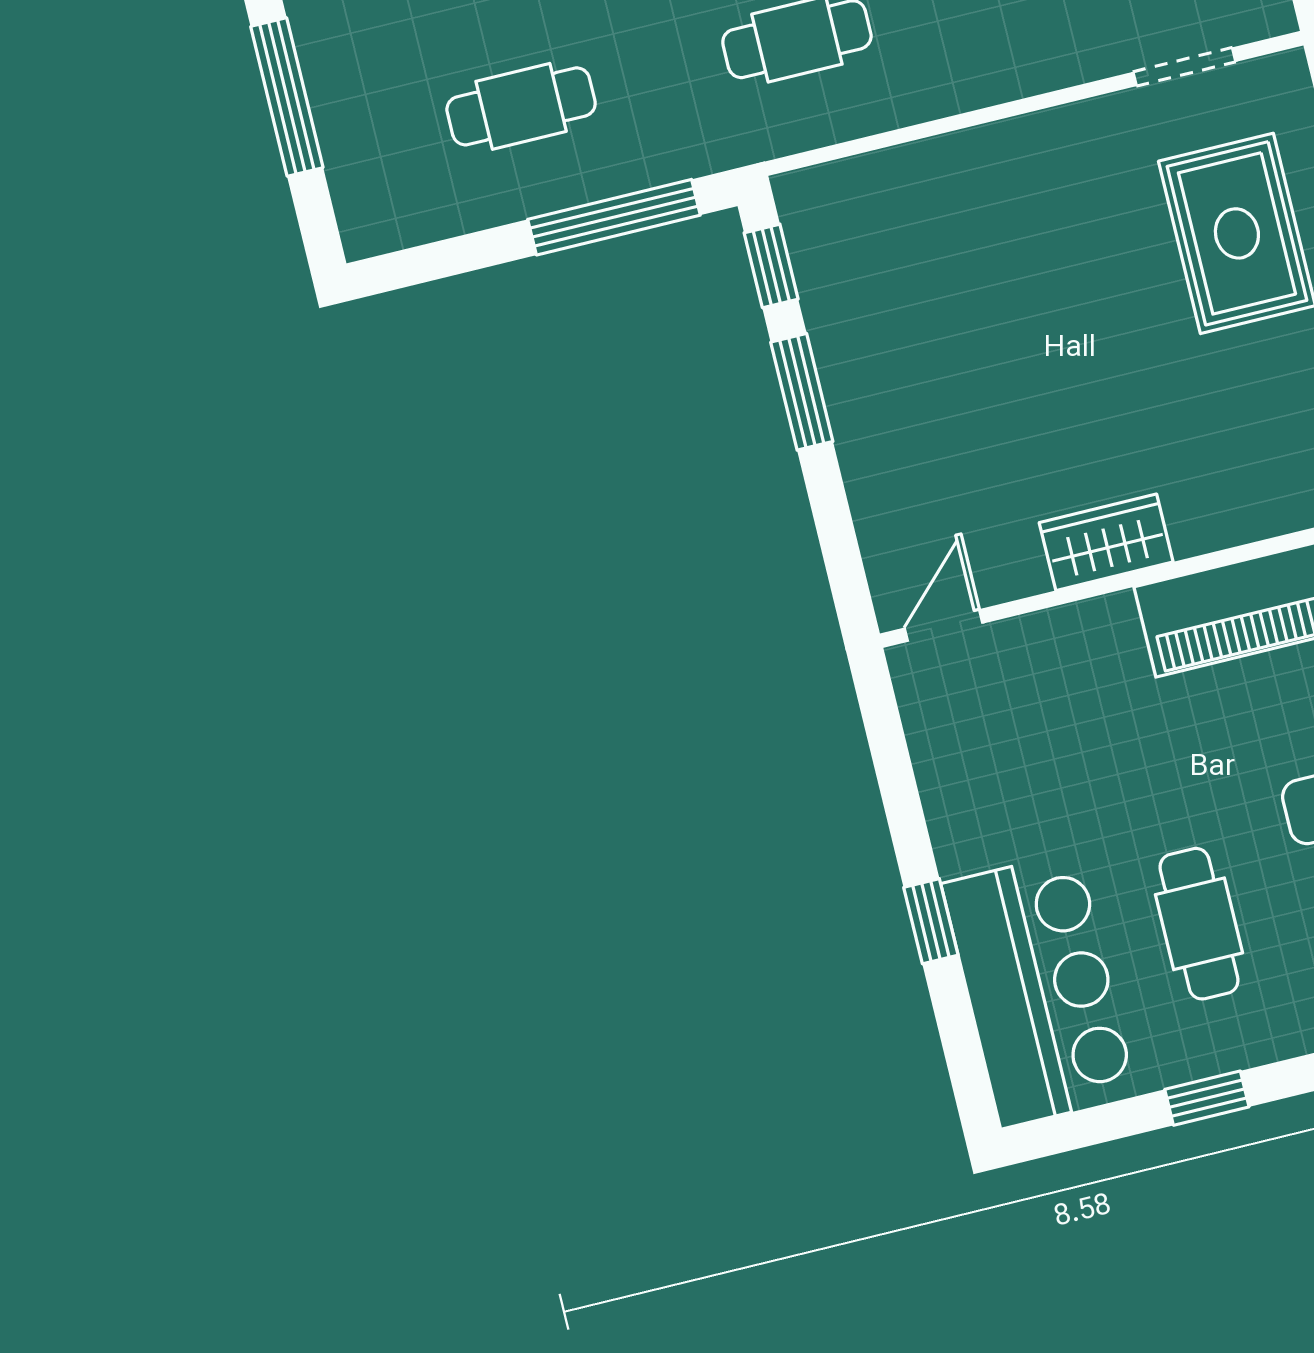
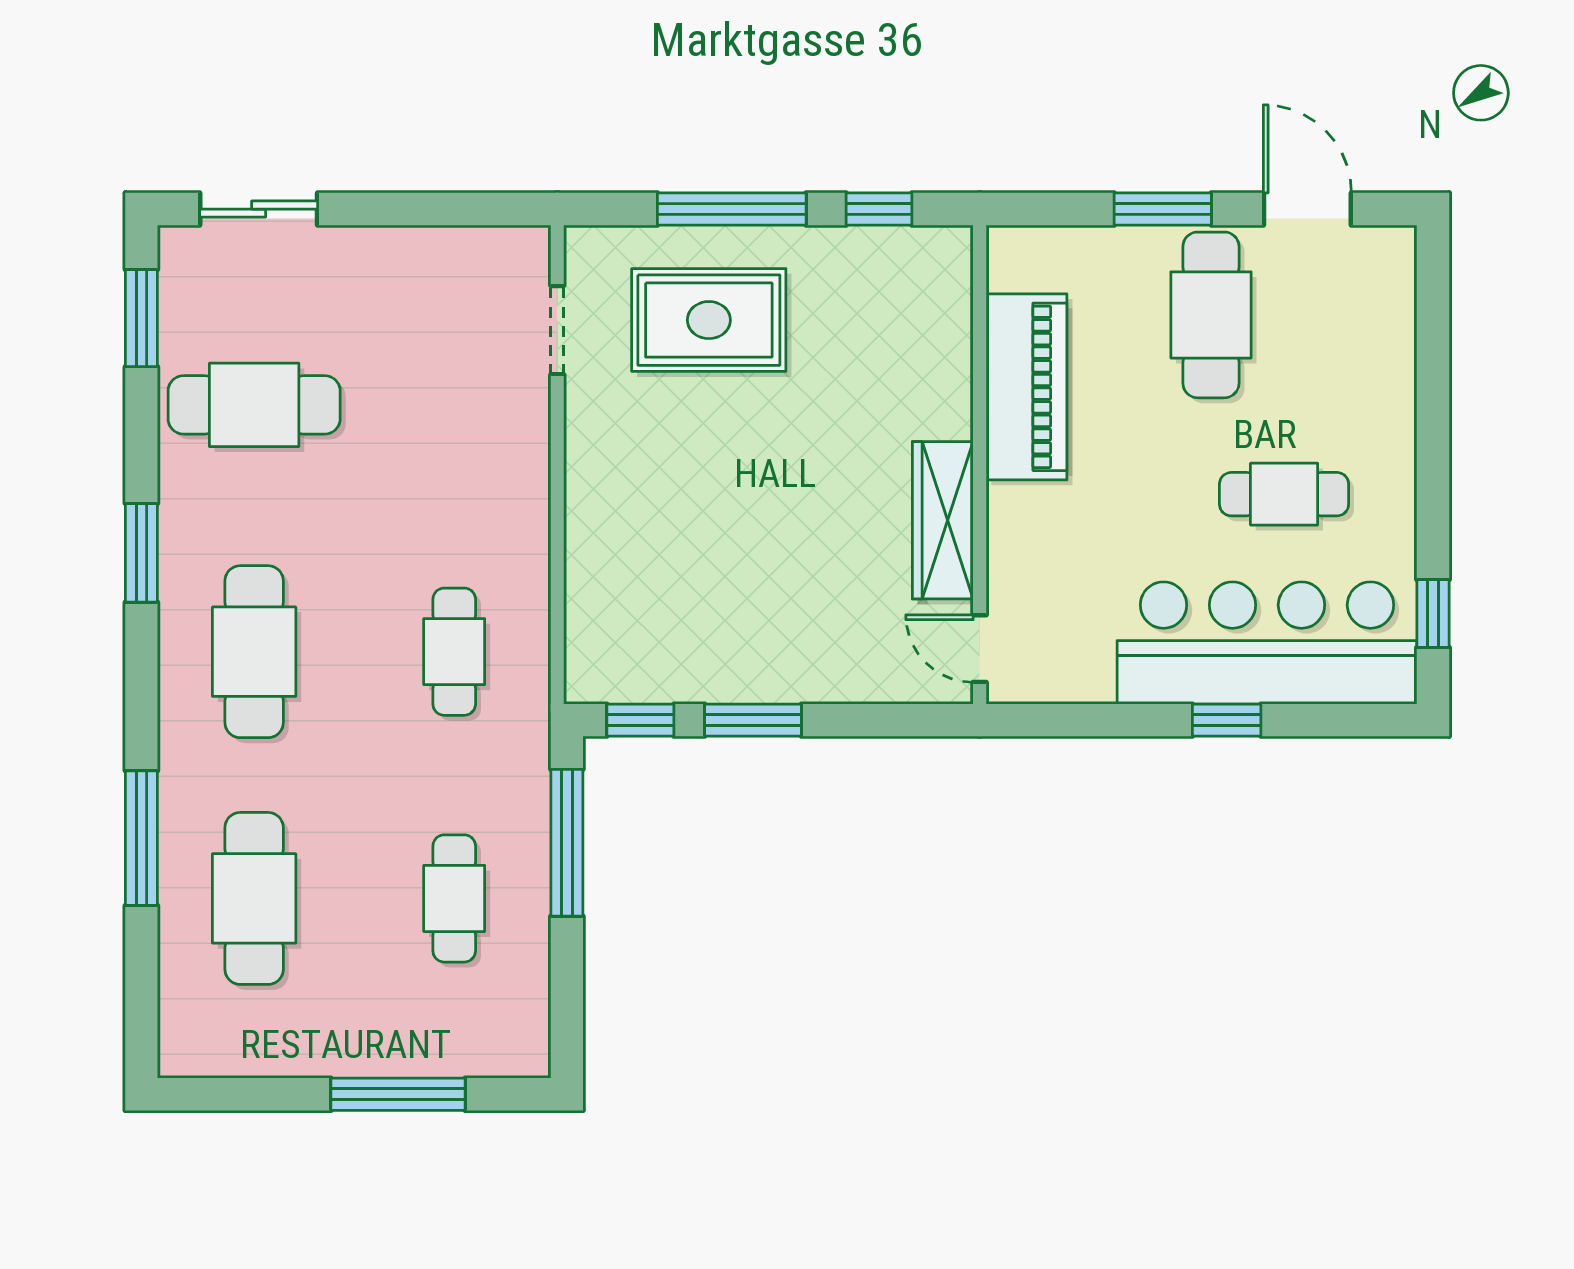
wardrobe: (1106, 542) -> (943, 520), width x1.50
bar counter: (1039, 990) -> (1267, 643), width x1.36
window: (1207, 1098) -> (1433, 614), moved

